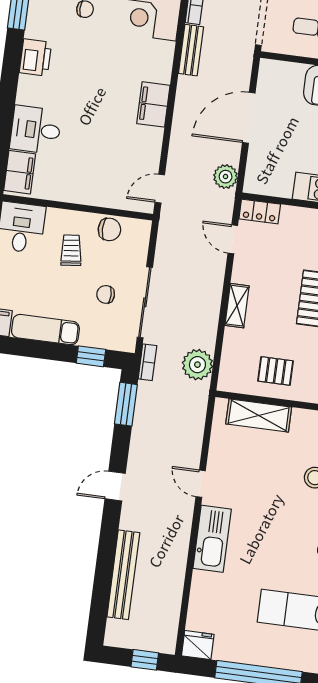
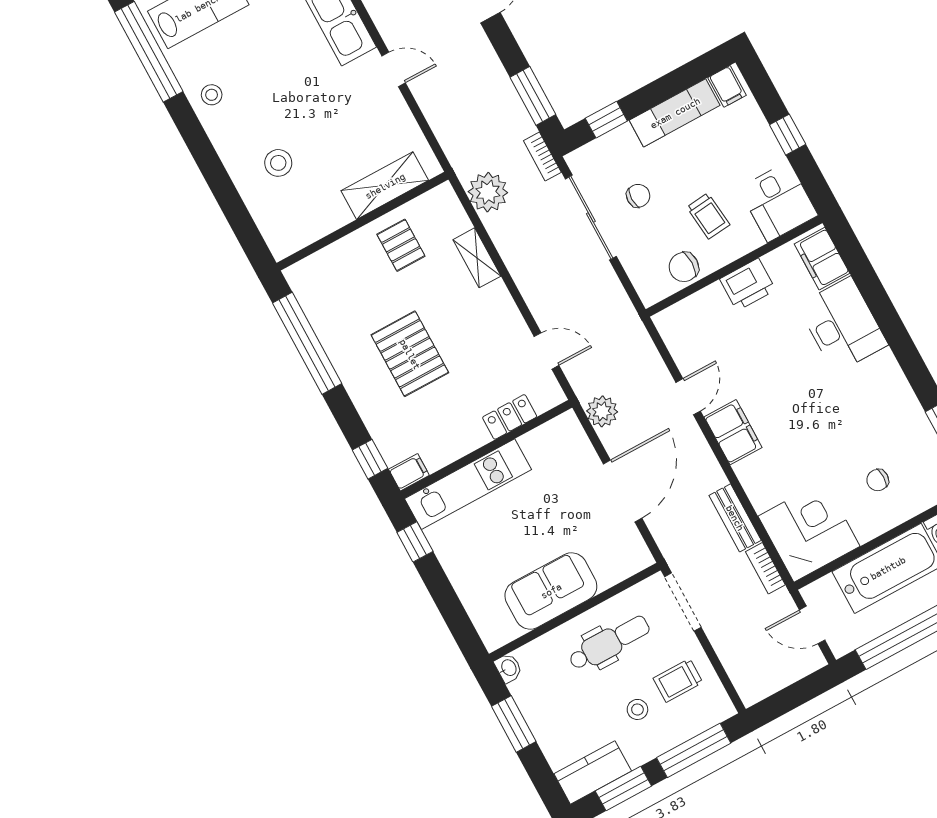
printer: (35, 57) -> (748, 284), moved, turned -90
desk: (36, 130) -> (843, 325), width x1.37
door: (160, 189) -> (688, 397), moved
locker: (260, 212) -> (510, 417), moved
shelving: (237, 306) -> (477, 258), moved
pallet: (276, 371) -> (401, 245), turned 90

